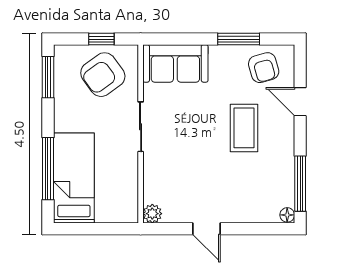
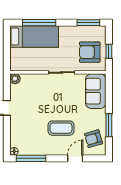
armchair: (103, 75) -> (90, 52), turned -54

